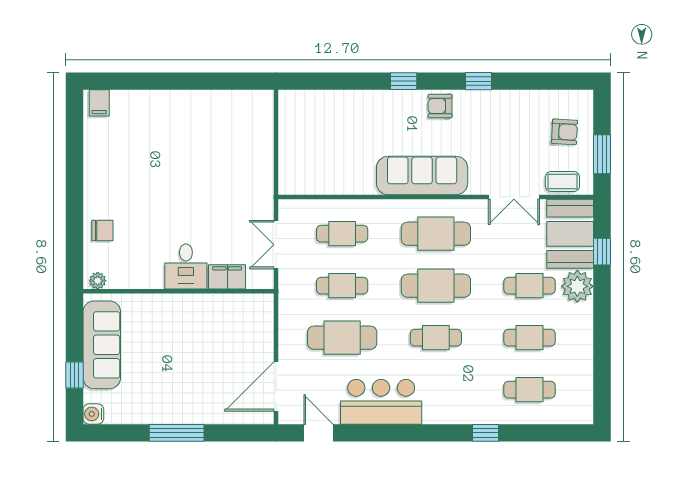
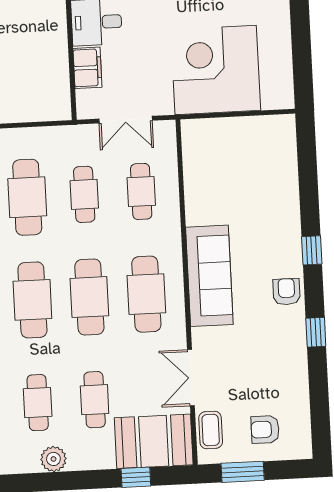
armchair: (564, 132) -> (265, 429), turned 87
corner desk: (235, 160) -> (216, 70), added
double door: (276, 245) -> (126, 120), swing flipped
plant: (577, 286) -> (53, 459), moved, width x0.73, depth x0.73
cafe table: (436, 338) -> (32, 300), width x1.37, depth x1.35

